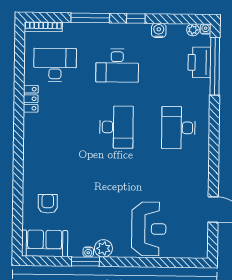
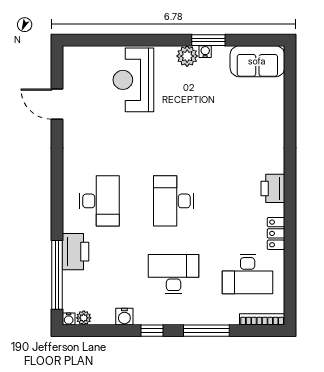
printer: (199, 62) -> (76, 252), moved
printer: (33, 136) -> (273, 188), added
armchair: (48, 204) -> (254, 108), removed

